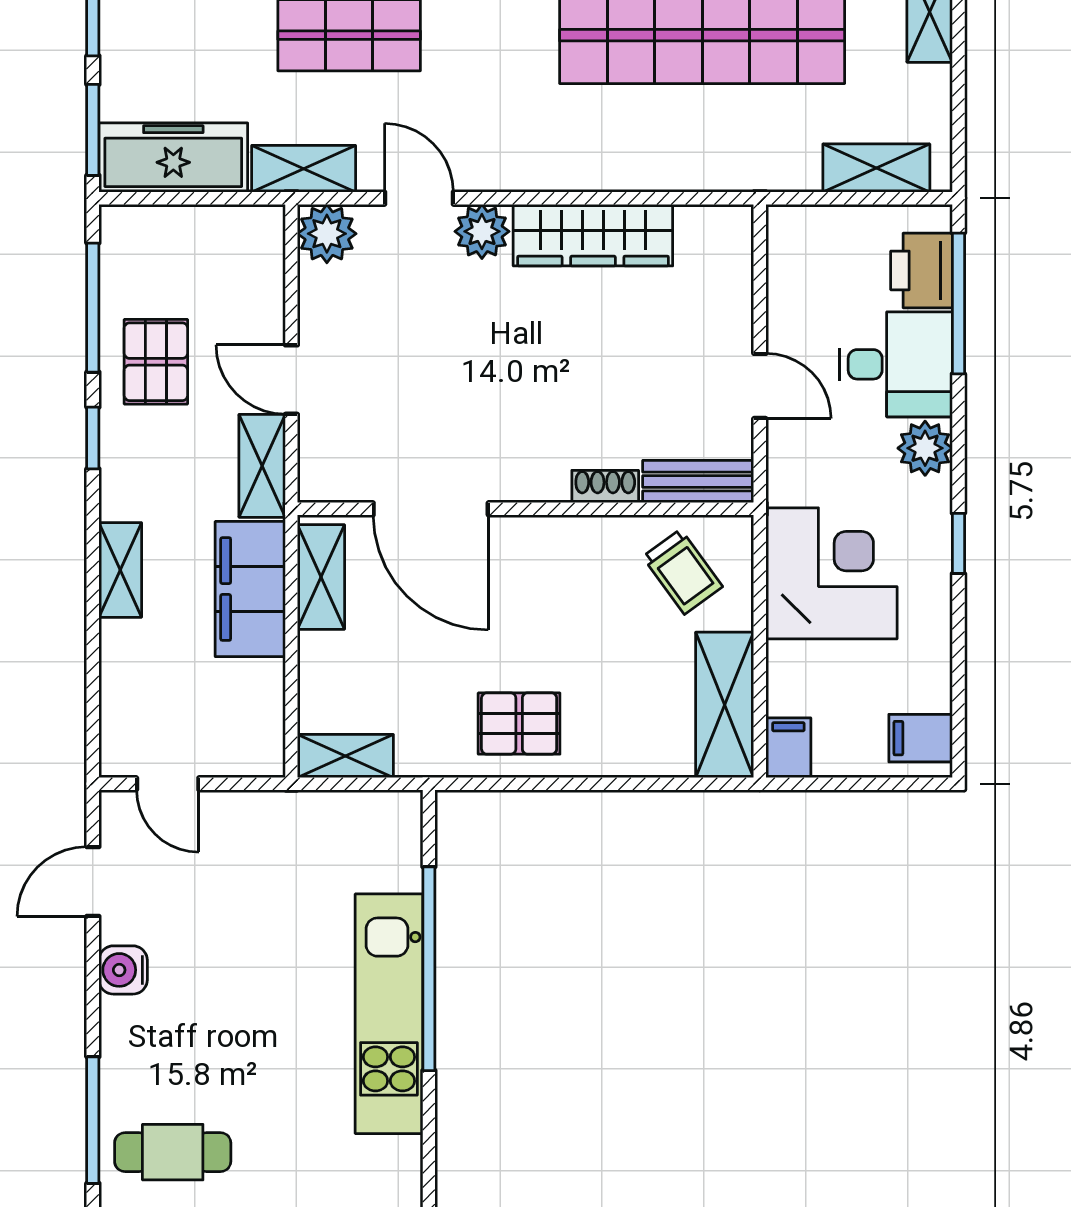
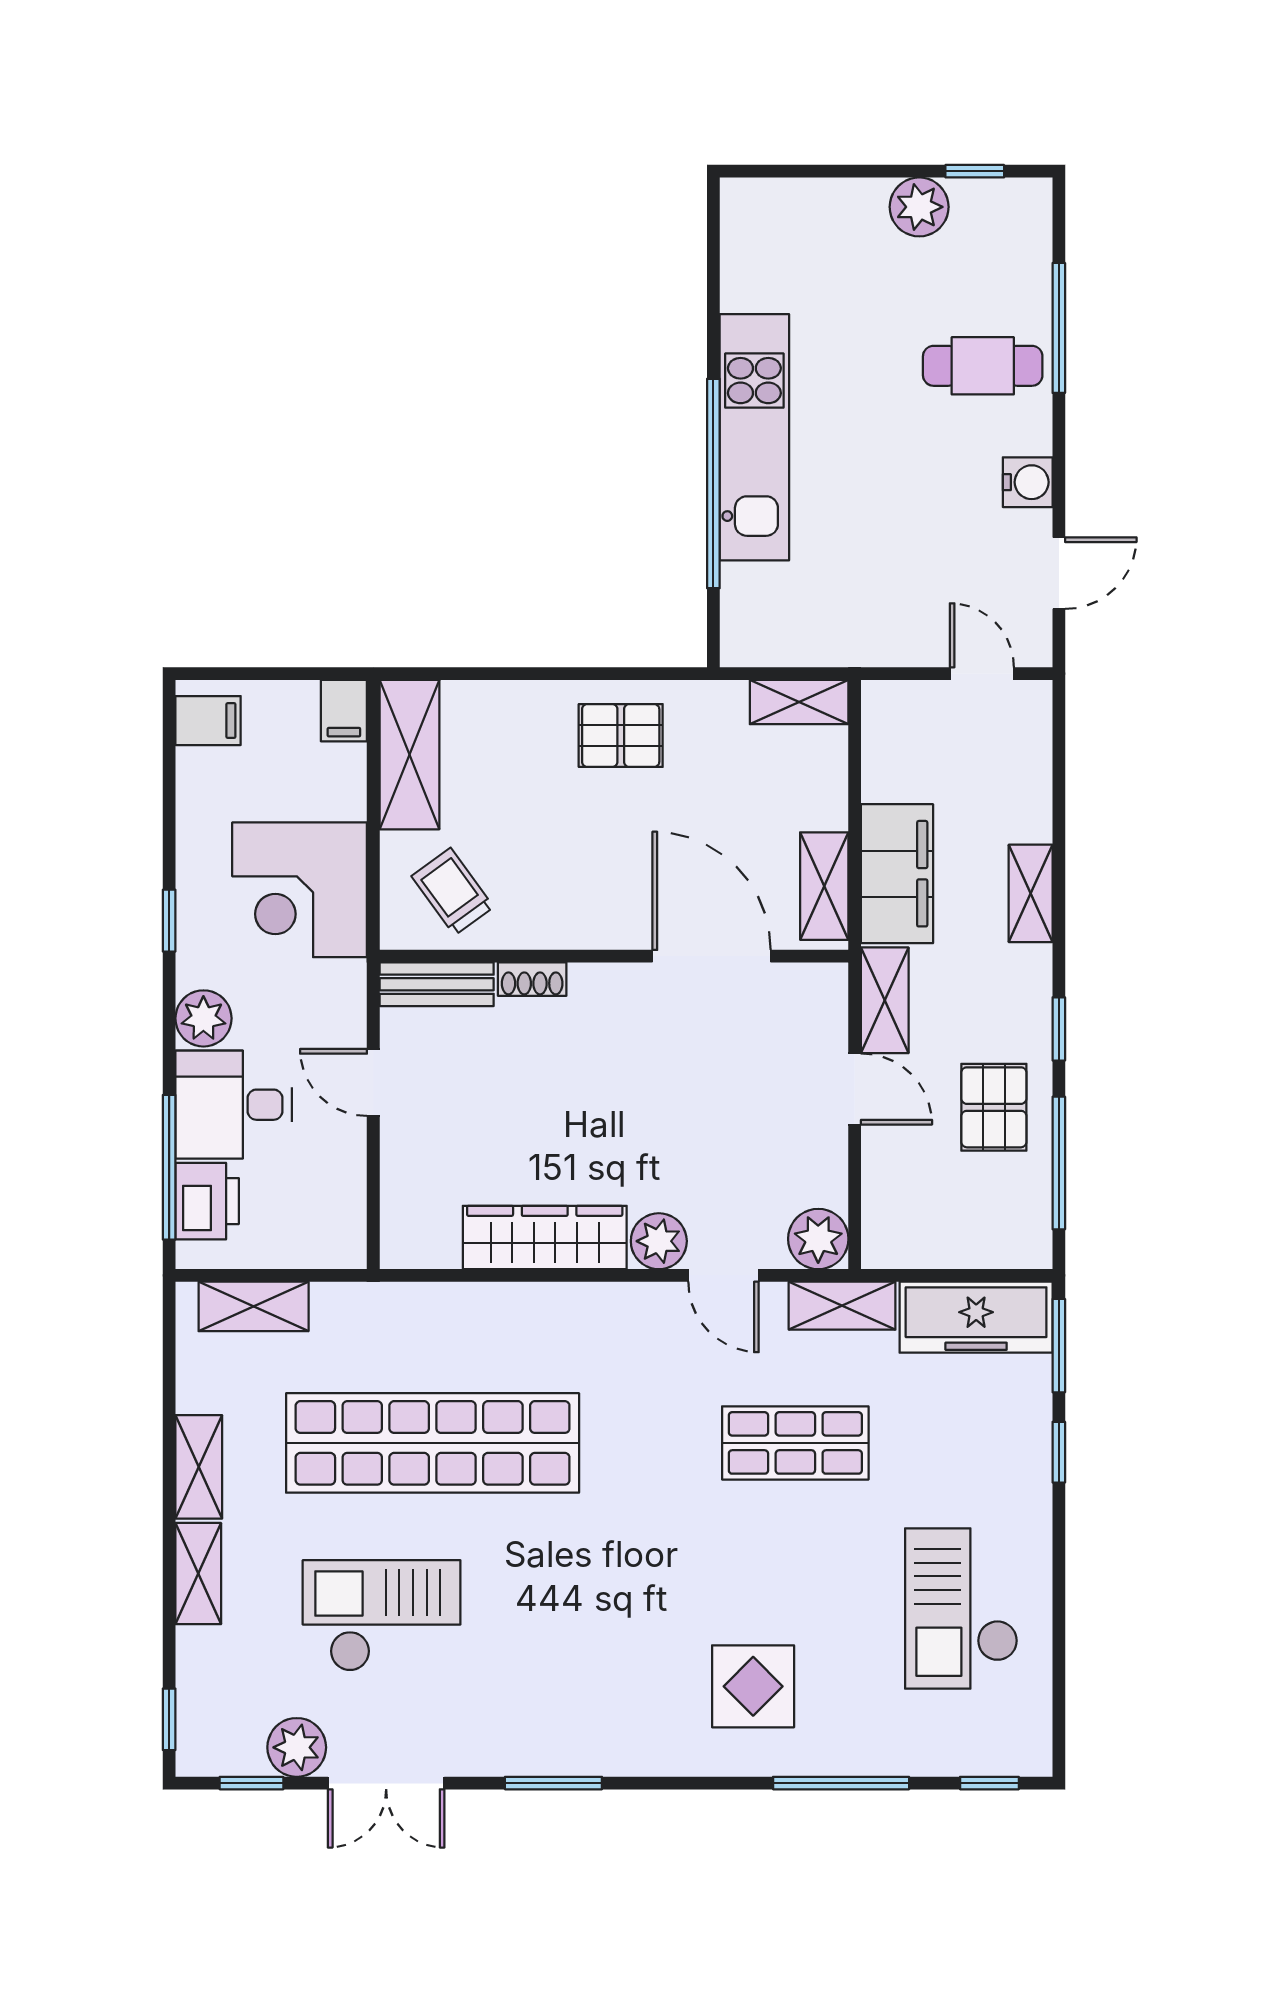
cafe table: (173, 1152) -> (983, 366), moved

